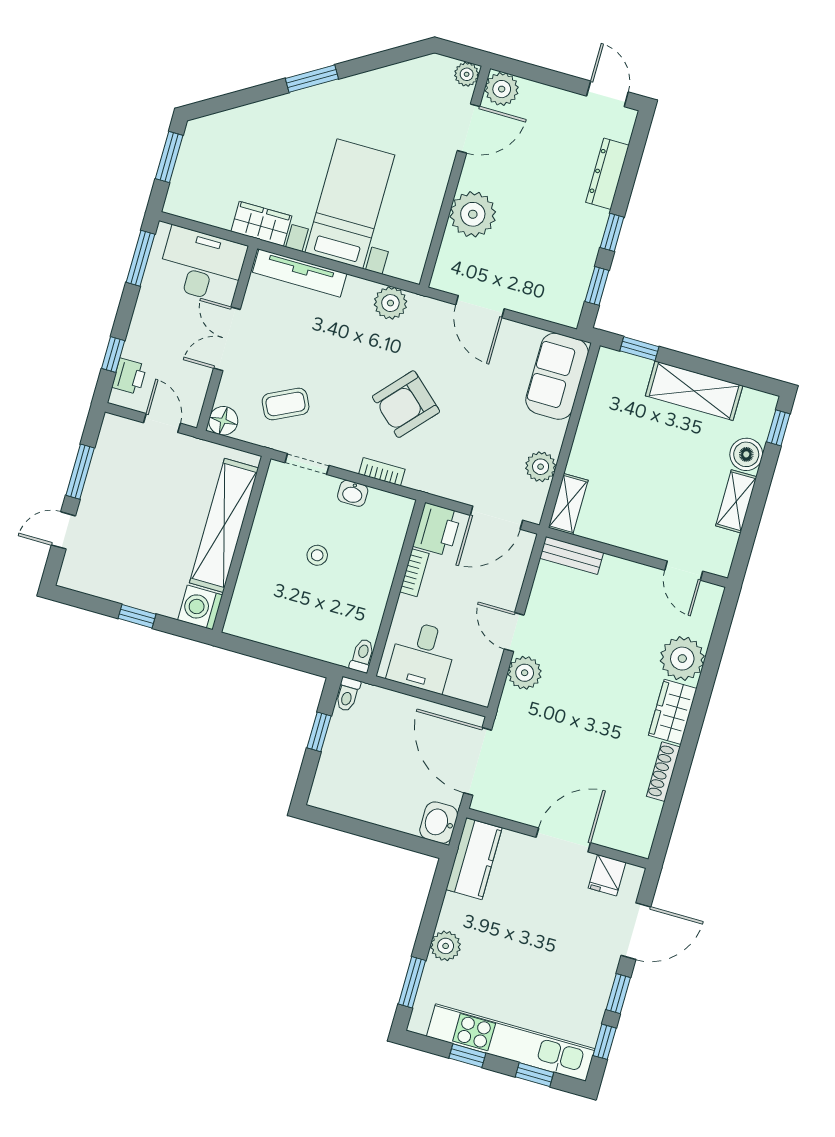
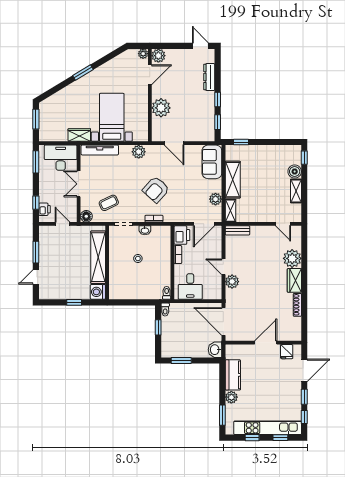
shelving: (694, 391) -> (233, 180), moved, turned 90
window: (351, 826) -> (181, 361), added
kitchen counter: (474, 859) -> (233, 375), moved

